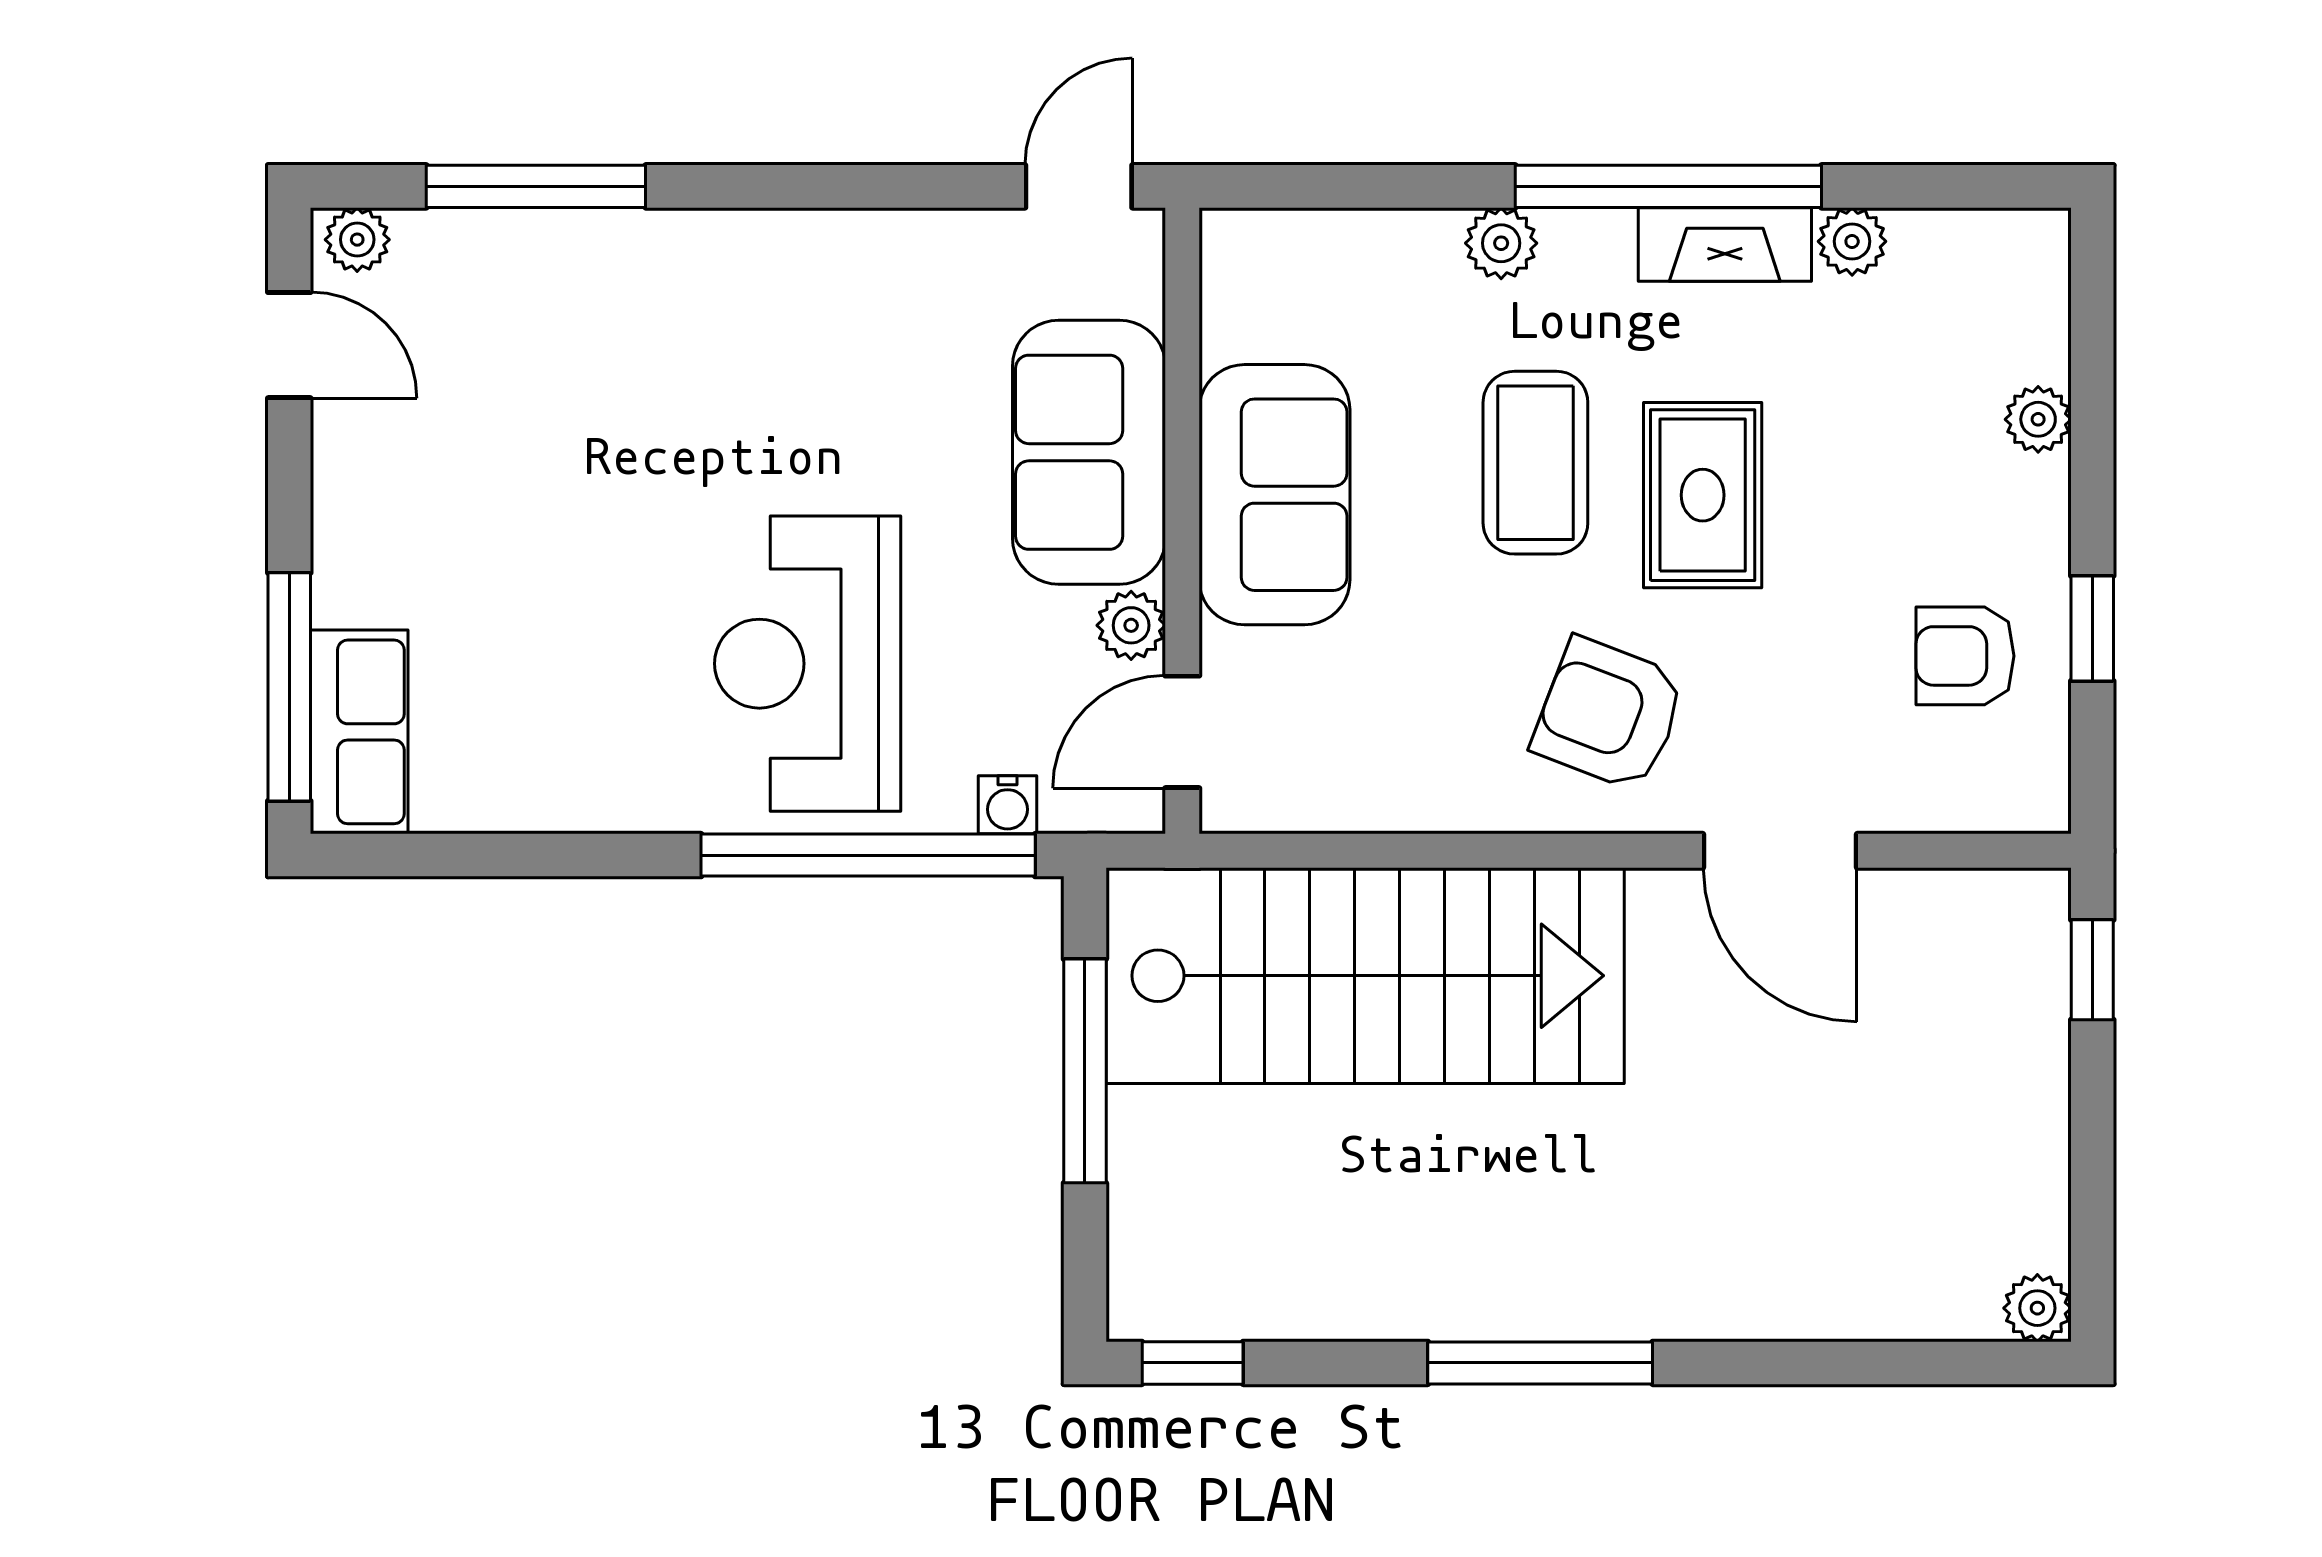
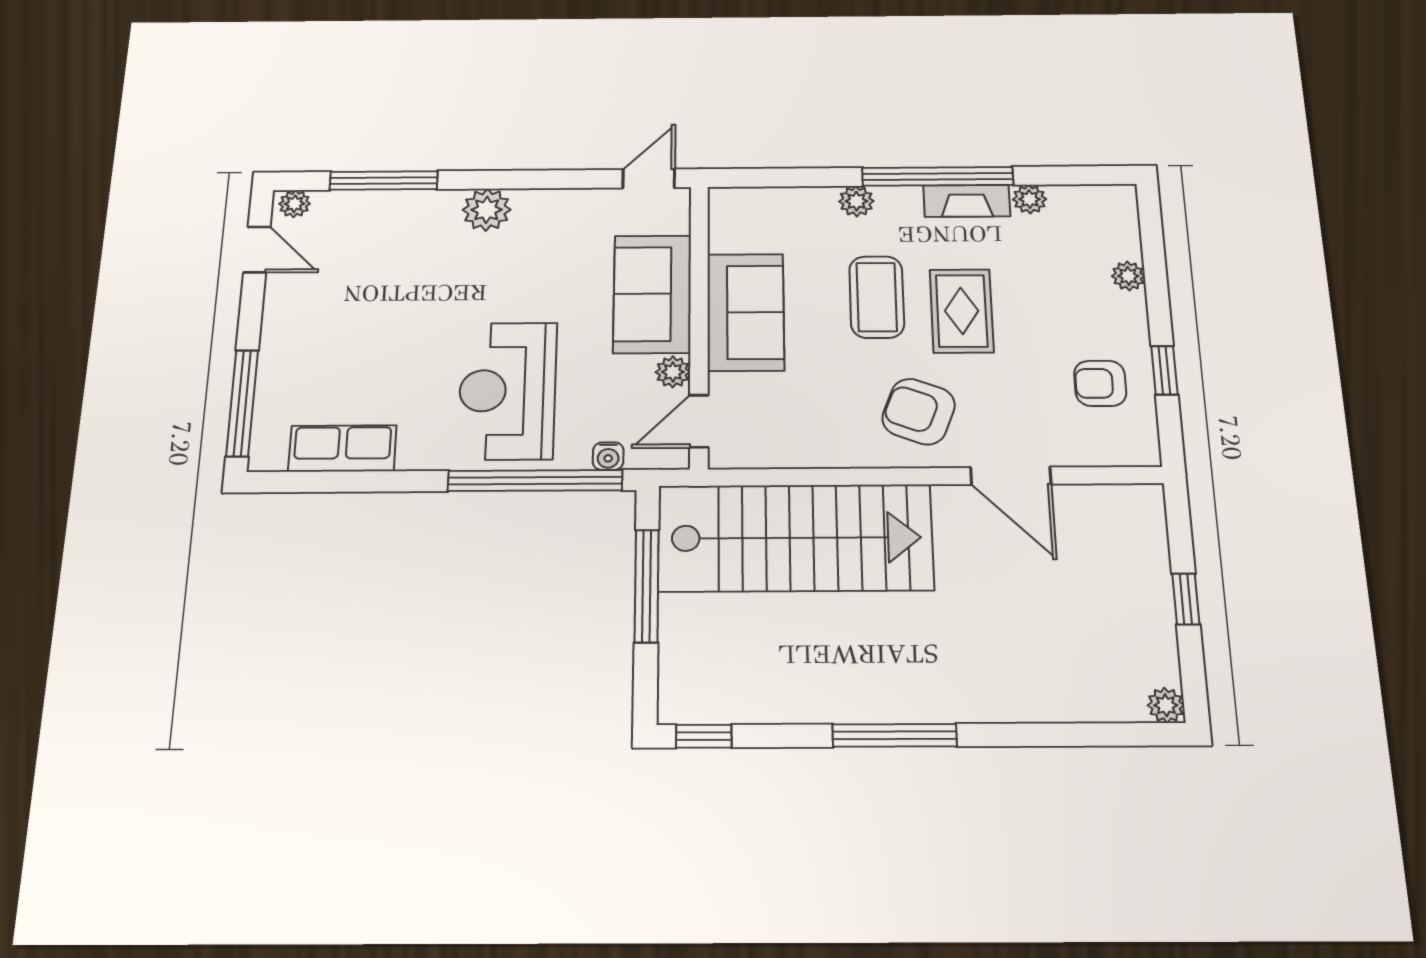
plant: (750, 257) -> (487, 210), added
row of seats: (359, 732) -> (342, 448), moved, turned -90
window: (2092, 970) -> (1186, 599), moved

